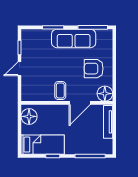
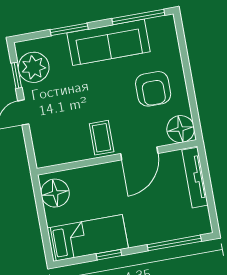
plant: (30, 45) -> (34, 67), added
armchair: (94, 69) -> (153, 89), turned -90

